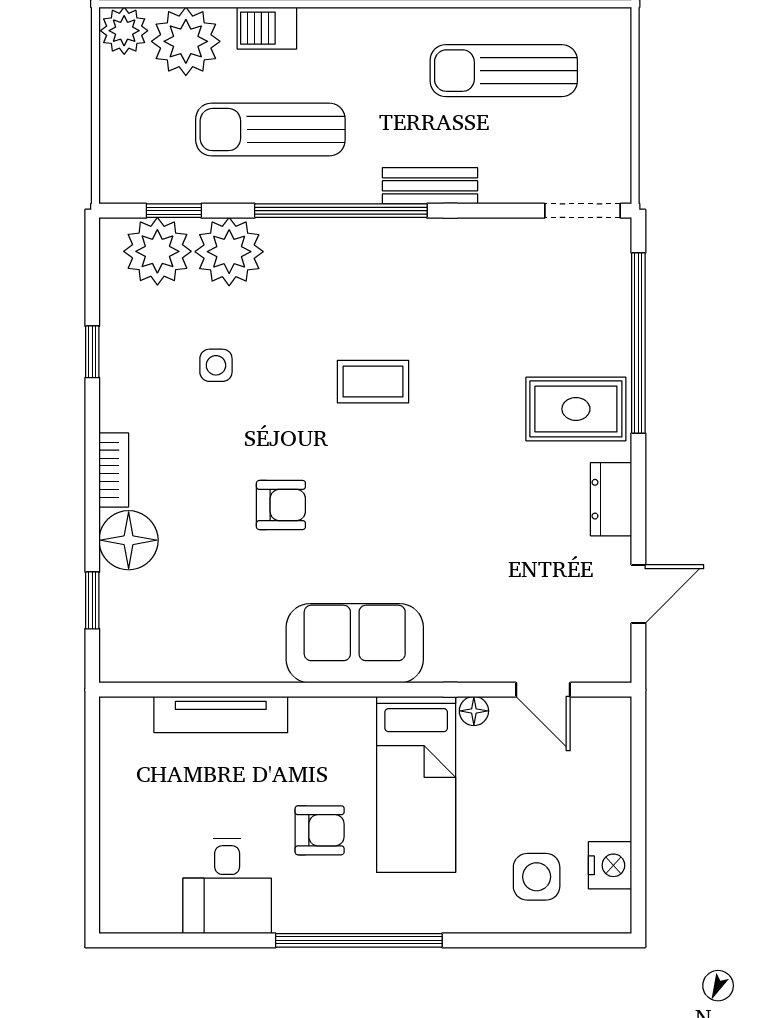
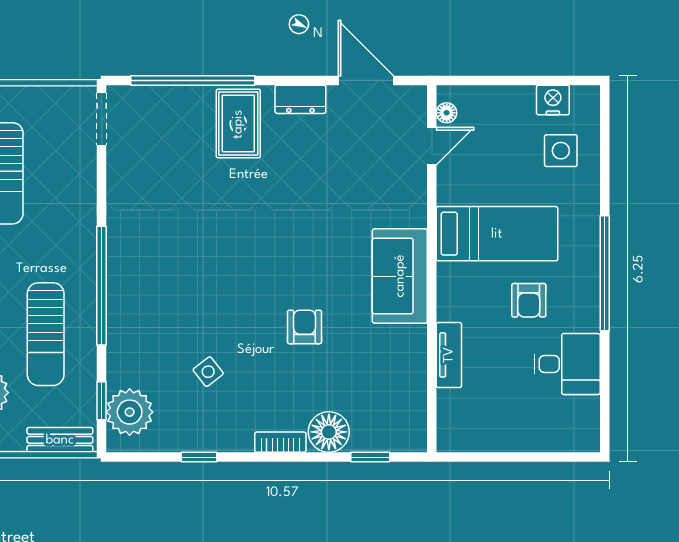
bench: (430, 186) -> (60, 440), moved, turned 90
plant: (229, 252) -> (130, 363), removed
side table: (216, 365) -> (208, 372), turned -38
coffee table: (373, 382) -> (219, 263), removed
door: (638, 594) -> (366, 80), width x1.38
floor lamp: (474, 711) -> (447, 113), moved
tv unit: (221, 715) -> (449, 355), width x0.71
armchair: (320, 830) -> (529, 300), turned 180

